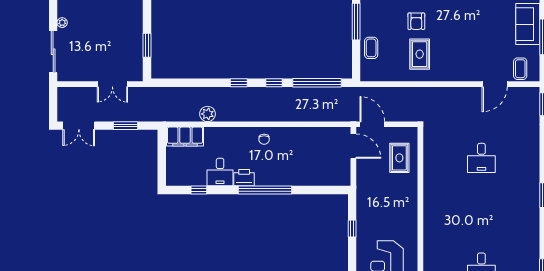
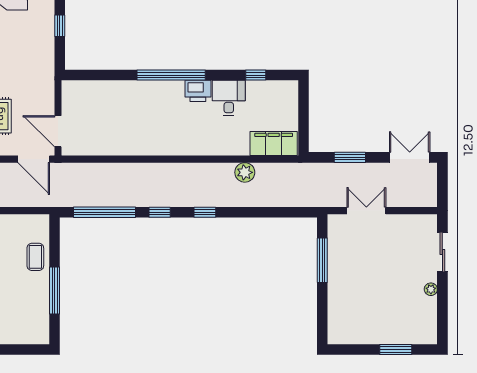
window: (147, 45) -> (322, 260), width x1.44
sliding door: (53, 52) -> (442, 252), width x0.73
chair: (264, 139) -> (172, 140), removed

